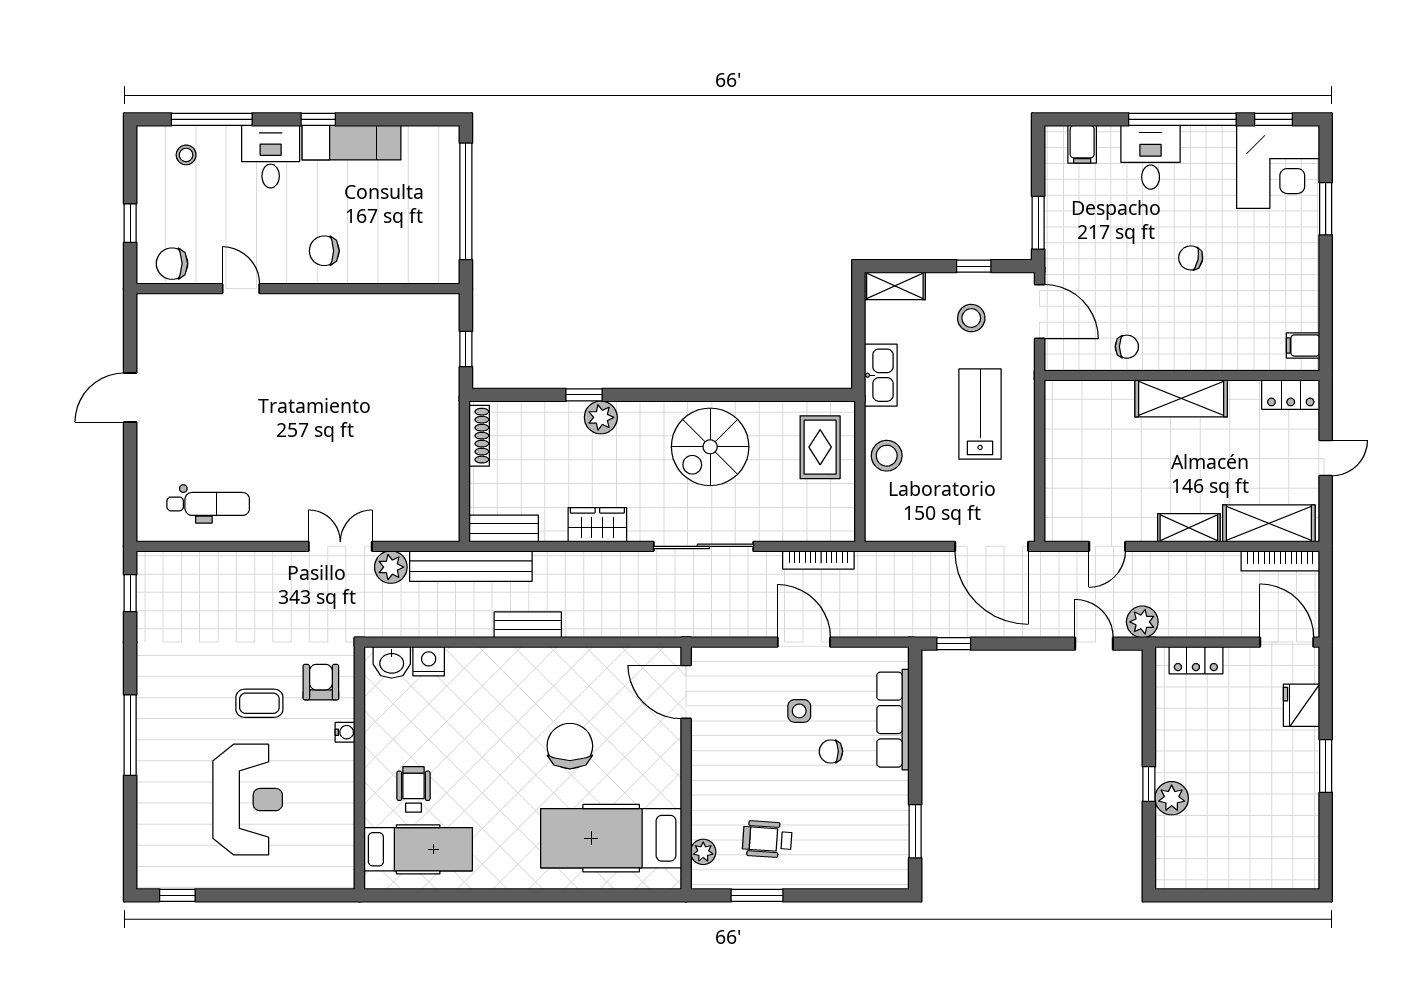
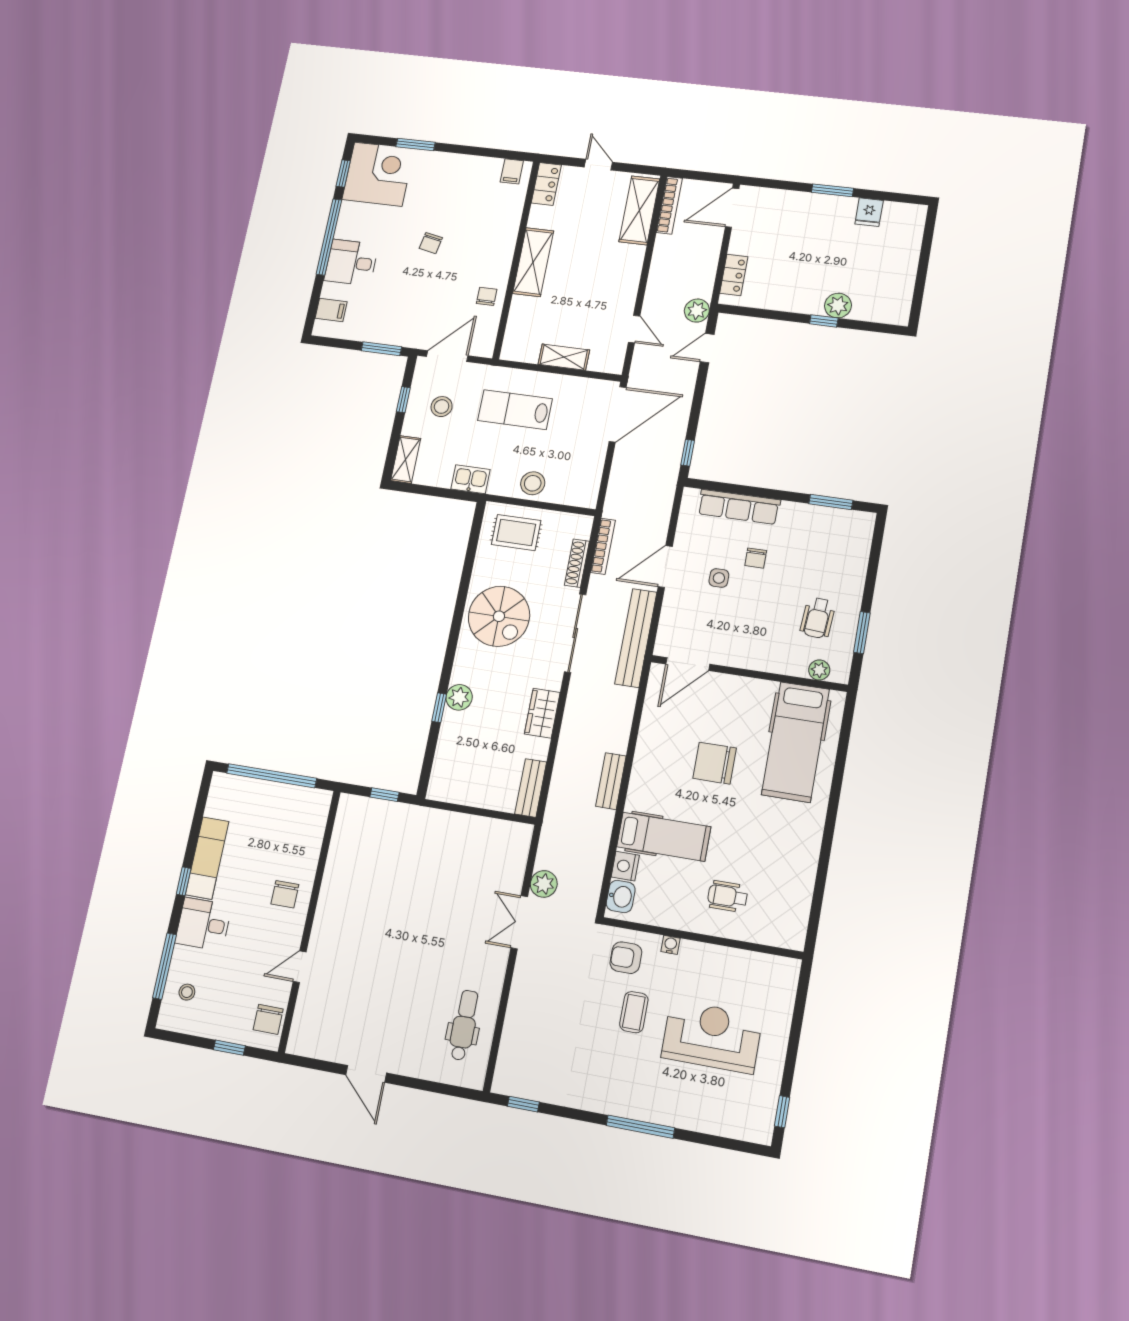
kitchen sink: (881, 375) -> (471, 479), width x0.73
shoe rack: (479, 436) -> (577, 563), moved, turned -90
shelving: (1189, 528) -> (564, 357), moved, turned 90
bench: (471, 566) -> (636, 638), moved
fridge: (1302, 705) -> (869, 212), moved, width x0.72
hospital bed: (418, 849) -> (664, 837), moved, turned 90

